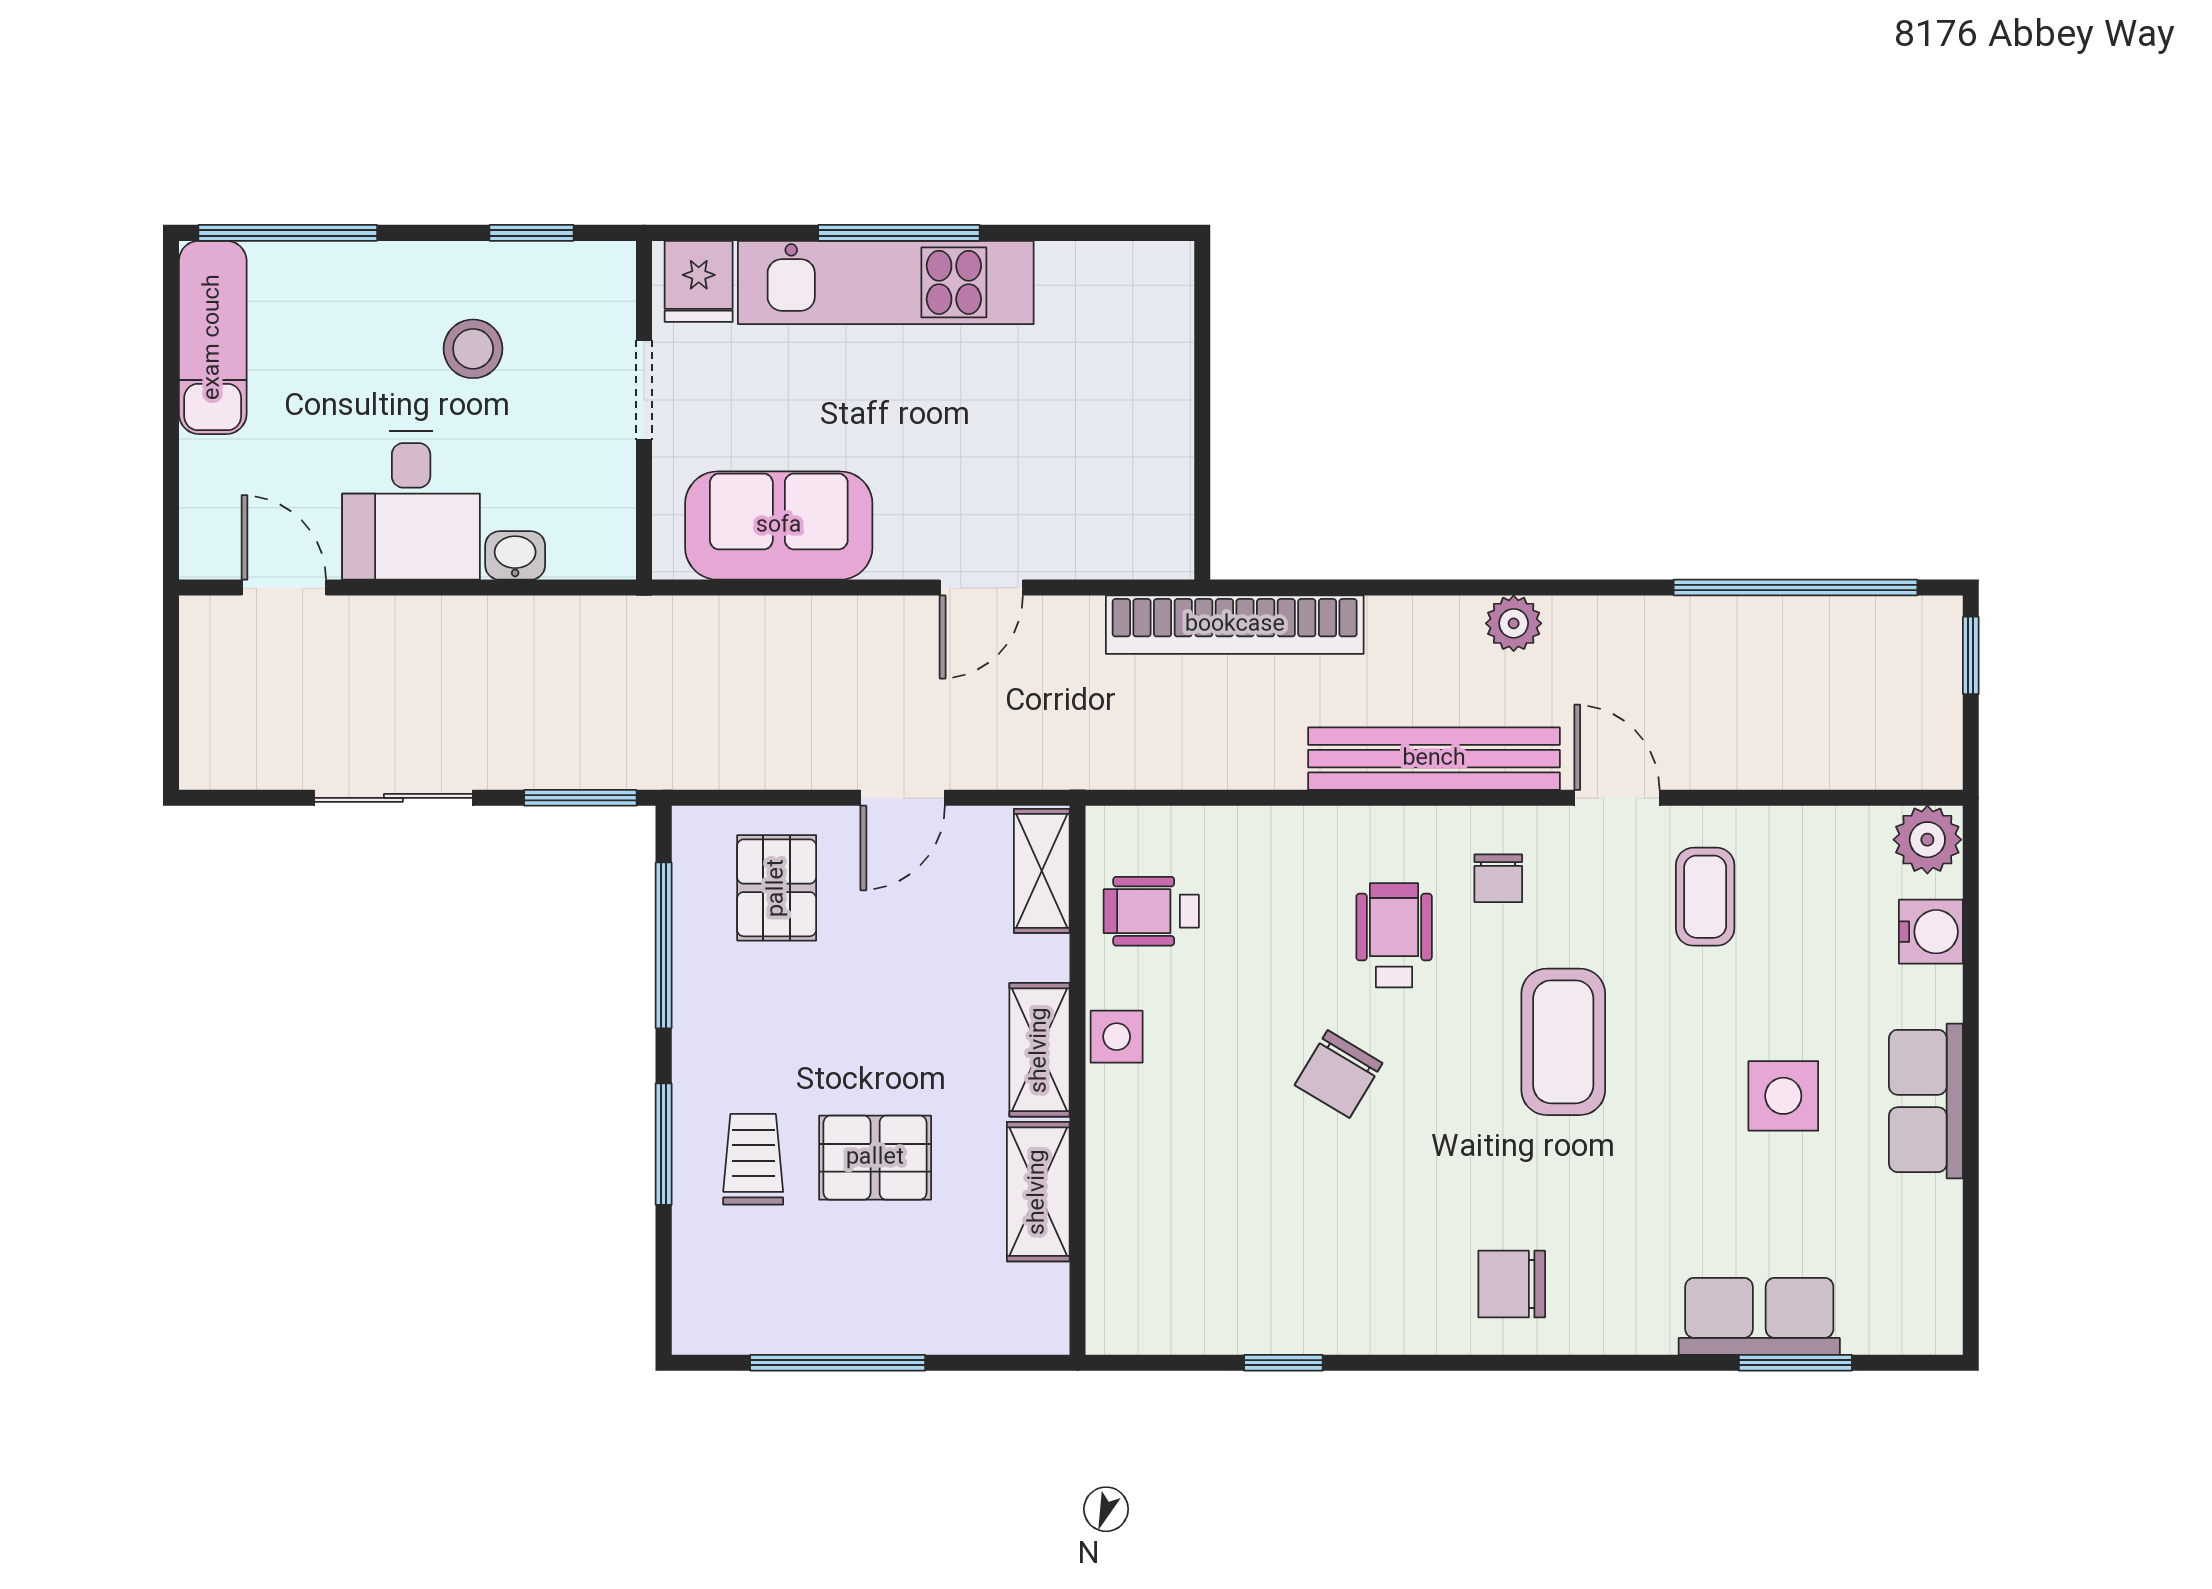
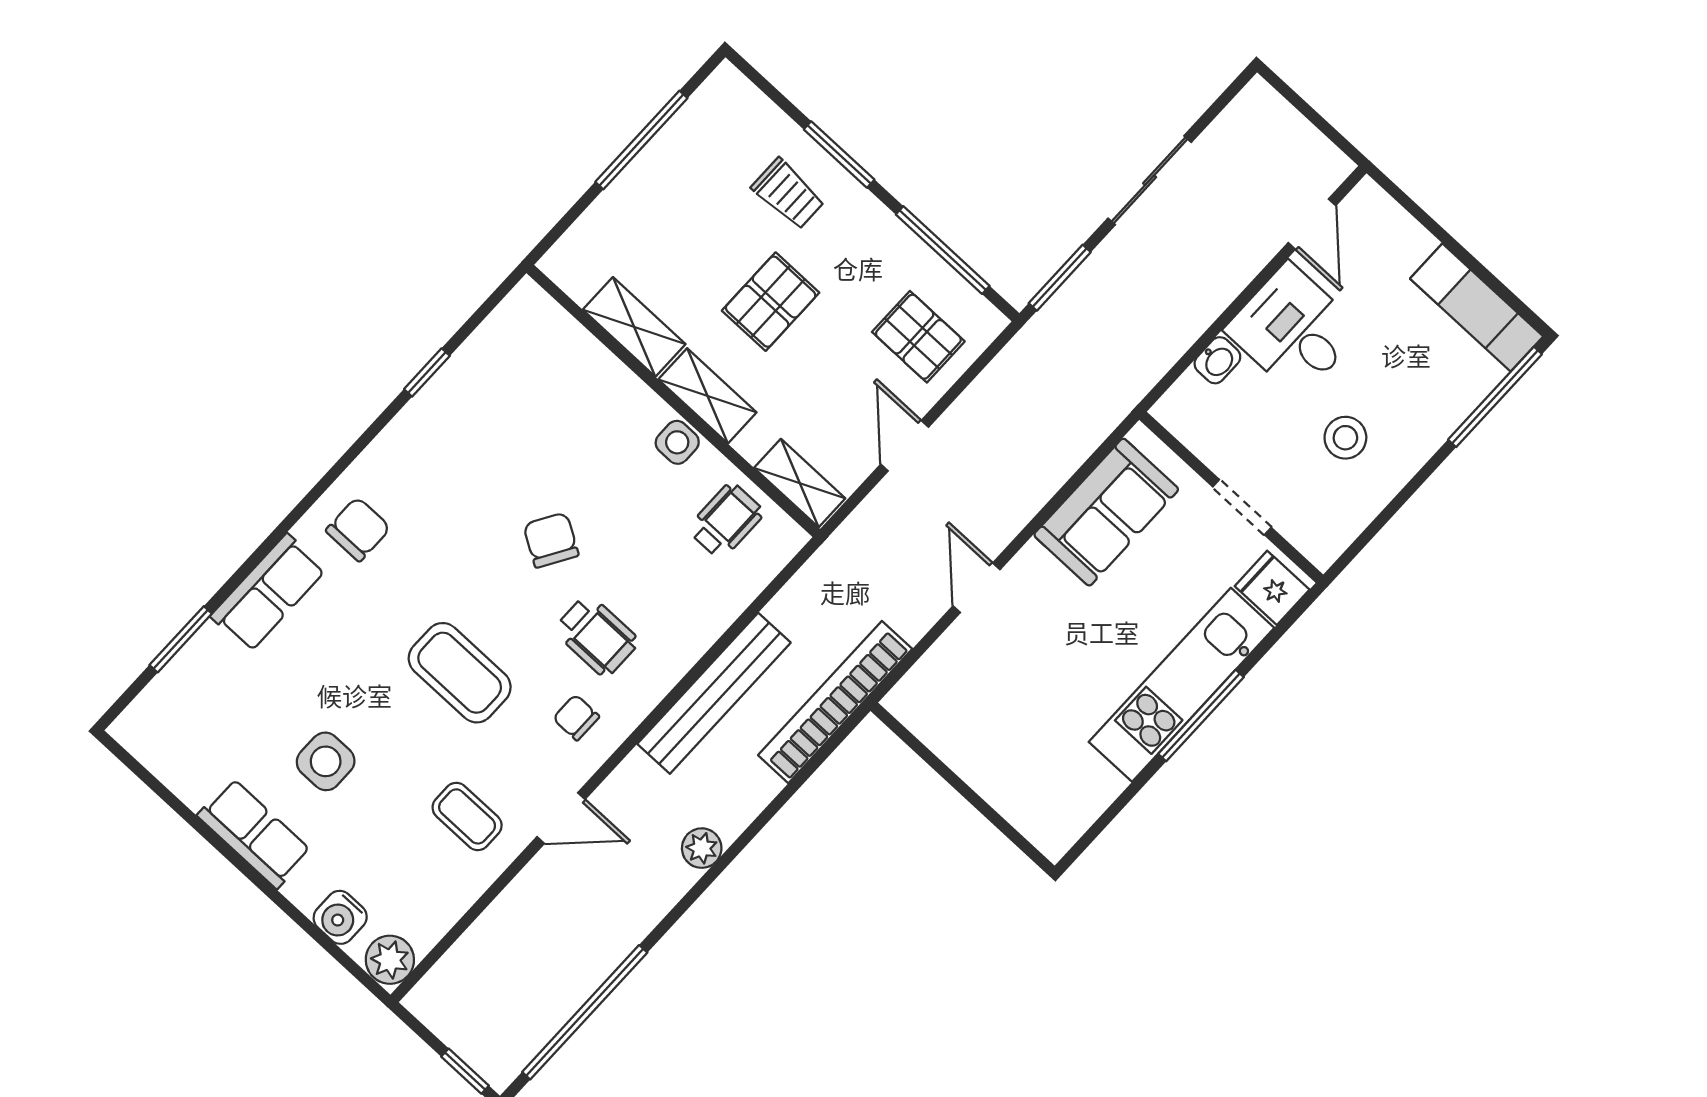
window: (532, 233) -> (1378, 524), removed
door: (284, 588) -> (1312, 224), hinge flipped
bench: (1434, 759) -> (714, 693), moved
pallet: (875, 1158) -> (771, 302), moved
row of seats: (1759, 1316) -> (268, 593), moved

